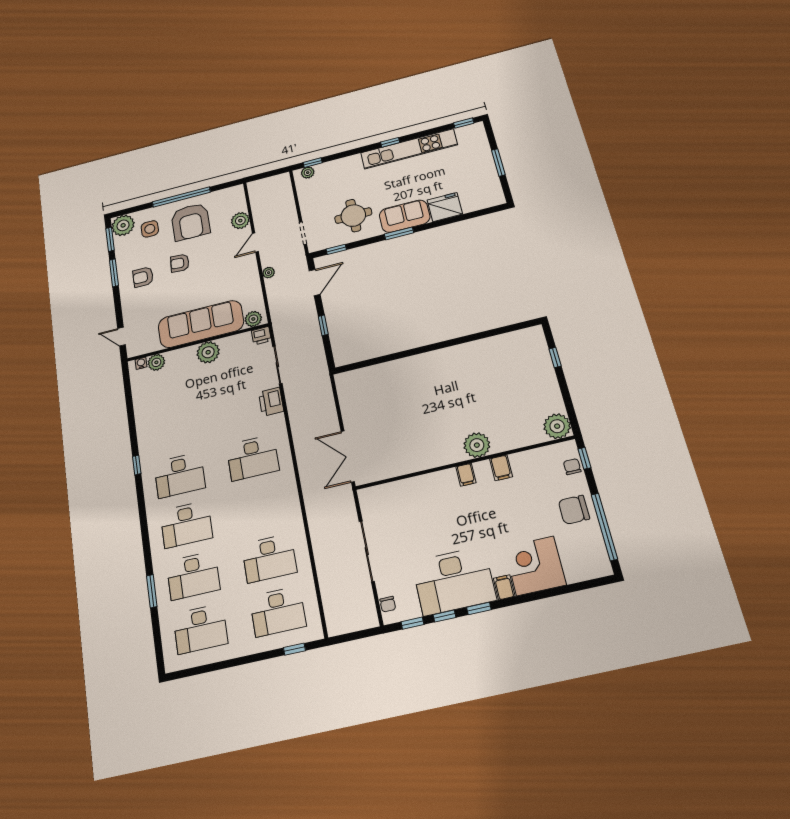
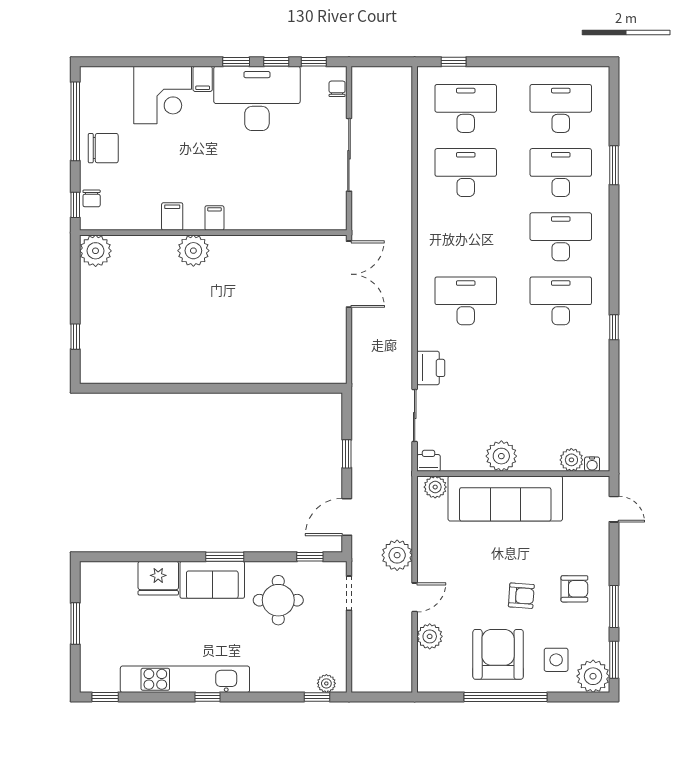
plant: (269, 273) -> (397, 555), width x1.87, depth x1.87

